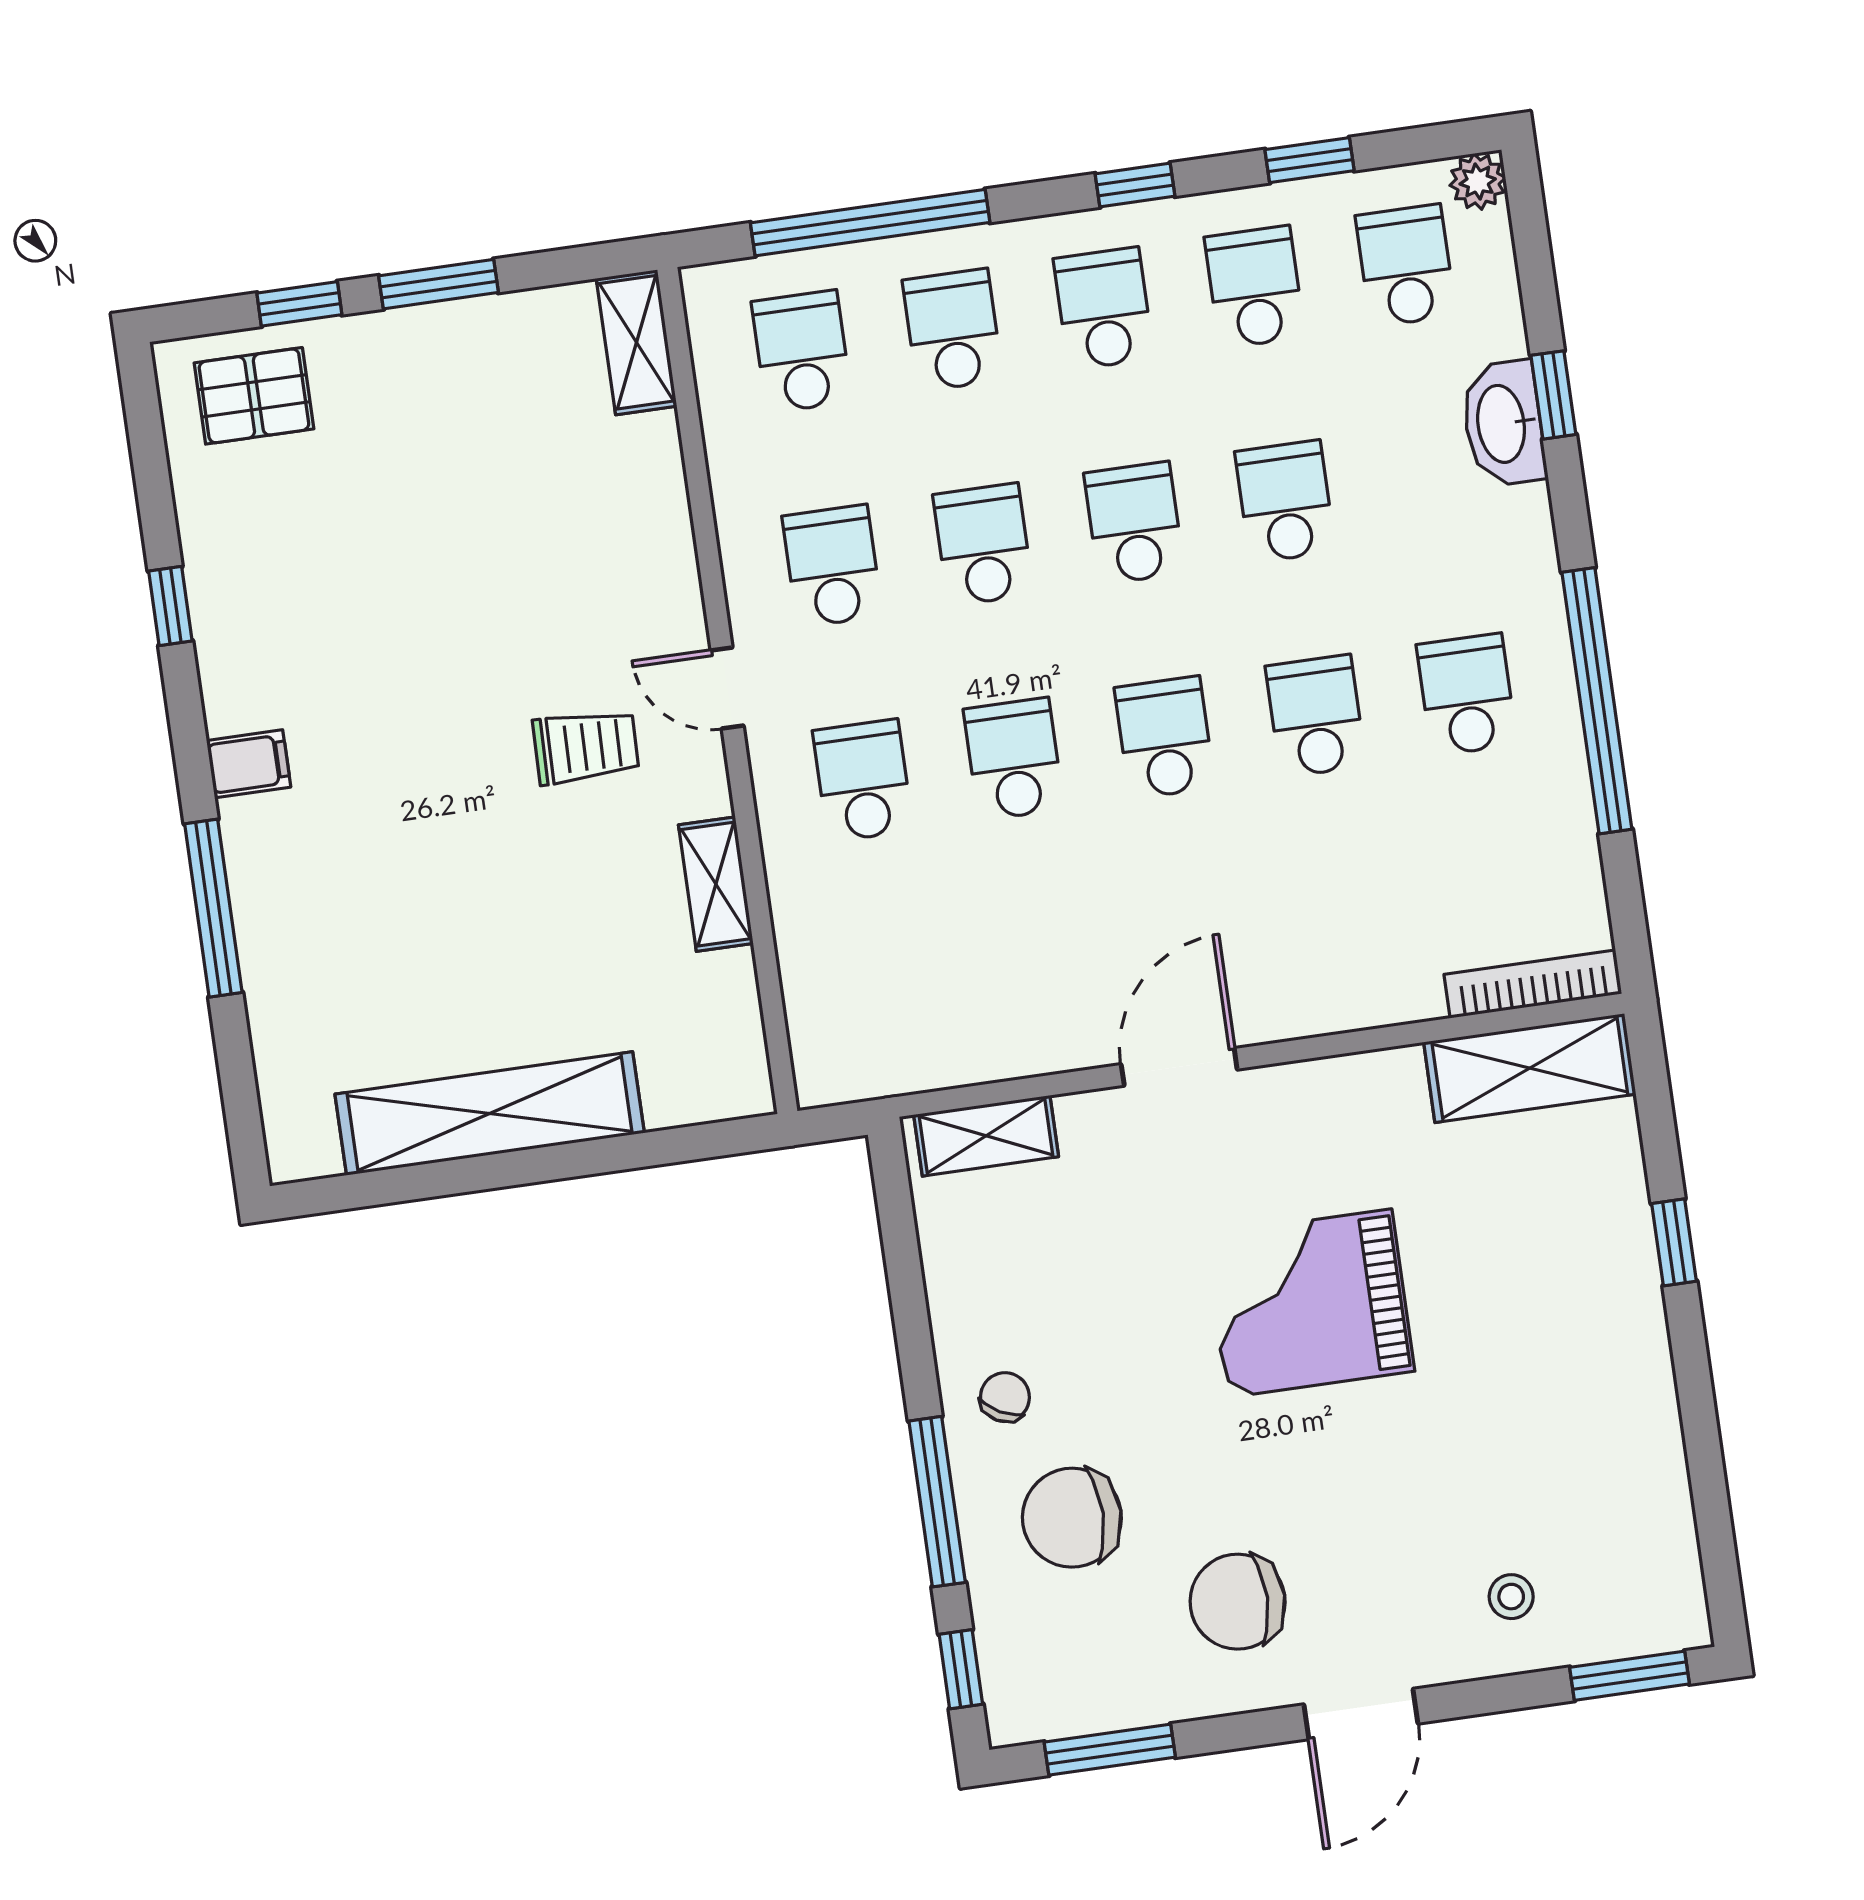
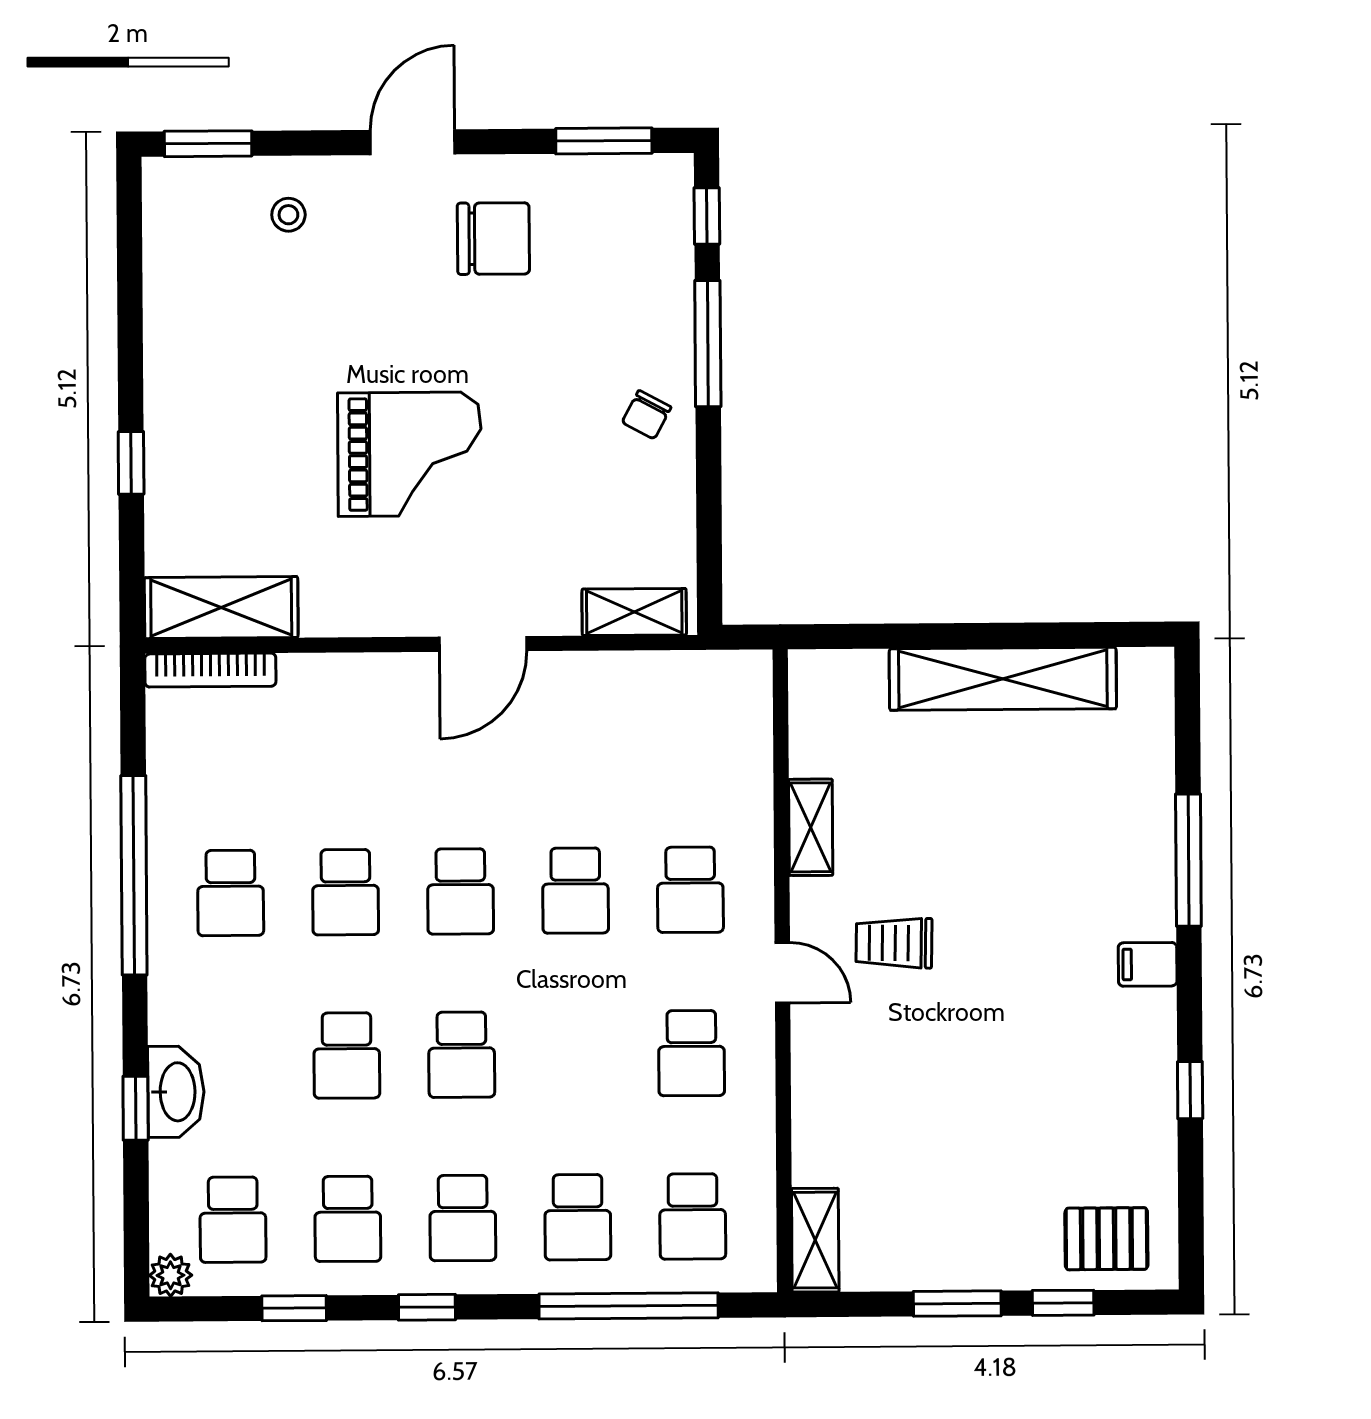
school desk: (983, 545) -> (577, 1054), removed
chair: (1072, 1518) -> (609, 318), removed

